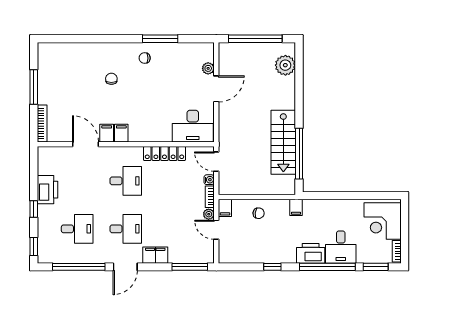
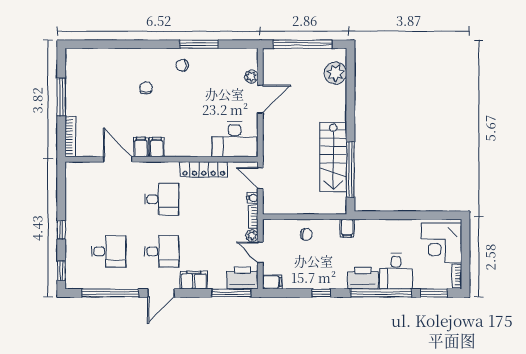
printer: (48, 190) -> (242, 278), moved, turned -90
filing cabinet: (225, 208) -> (272, 282), moved, turned -90

